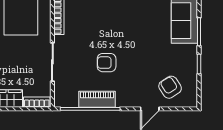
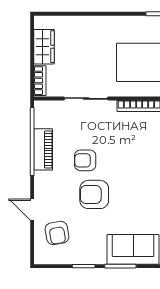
armchair: (136, 55) -> (94, 194), added
armchair: (107, 63) -> (85, 160), turned -90
armchair: (170, 87) -> (57, 233), turned 113

